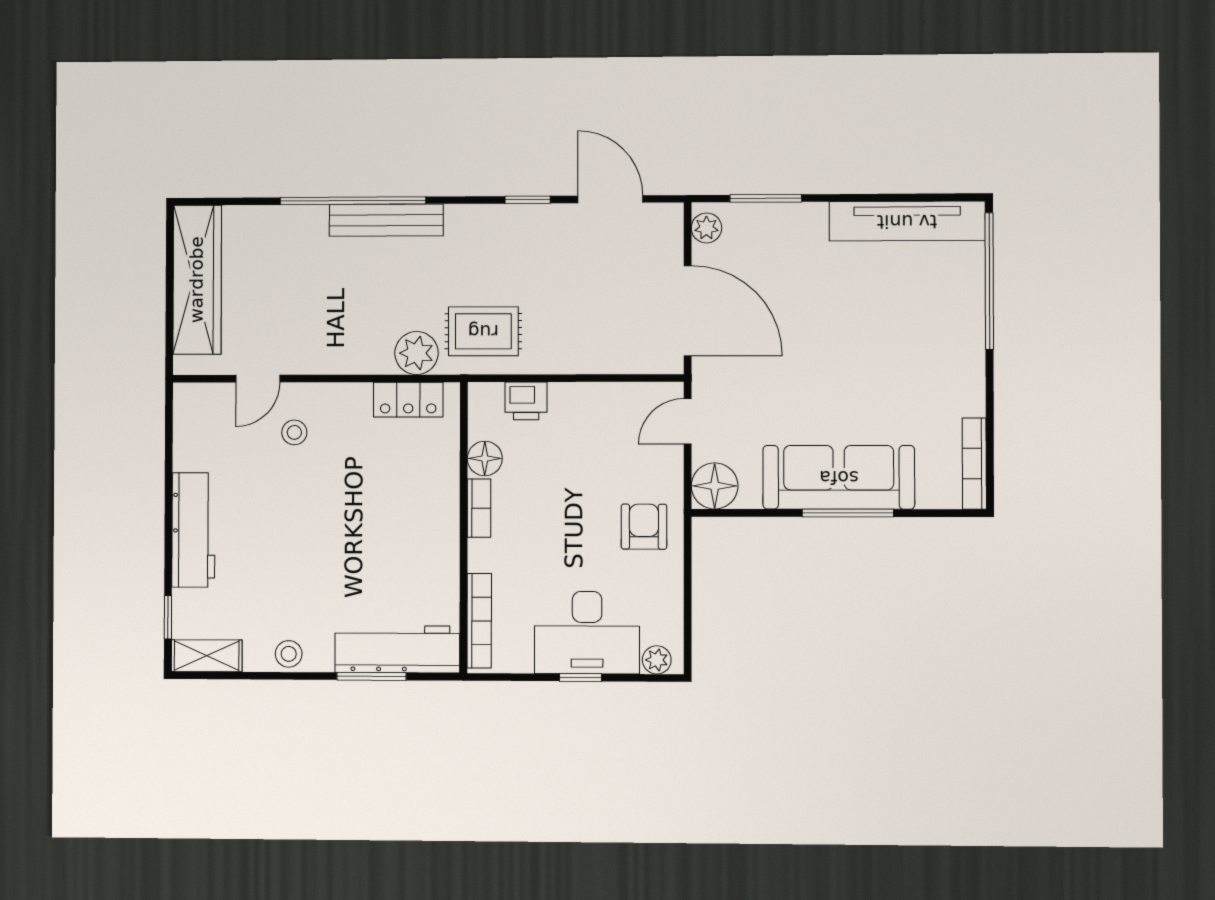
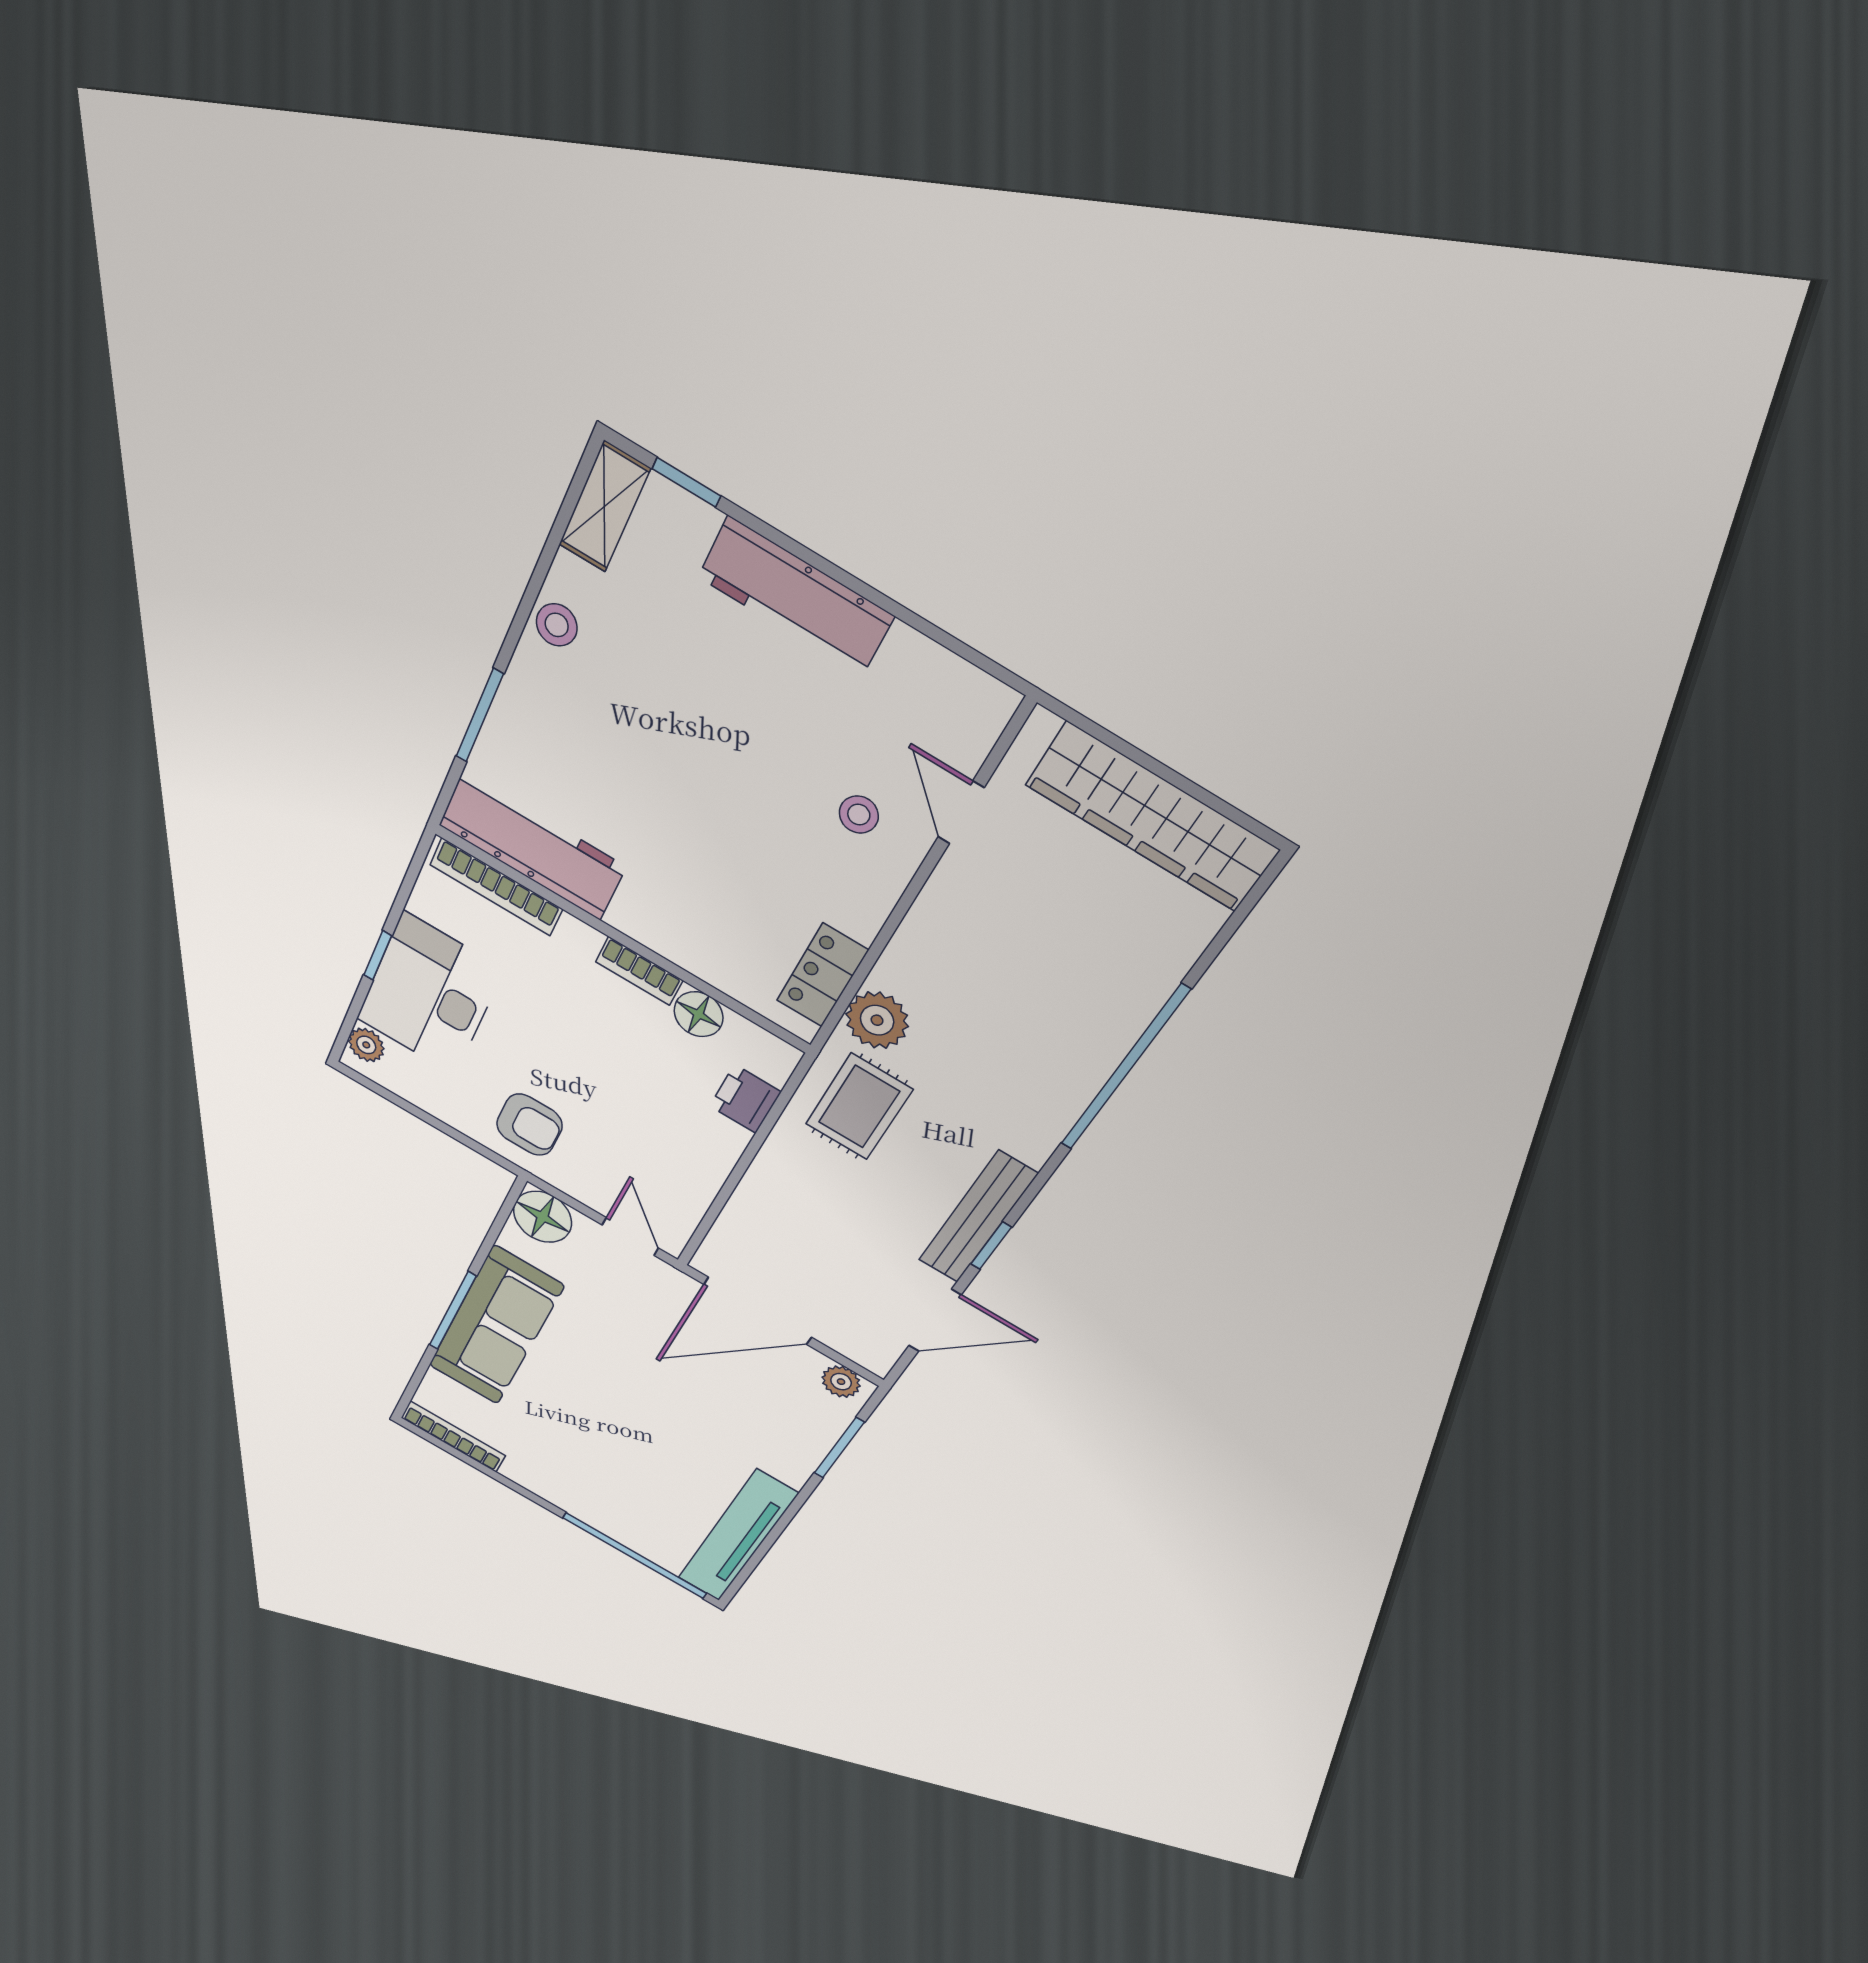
bench: (386, 220) -> (977, 1217), moved
workbench: (397, 649) -> (532, 846), moved, turned -90

